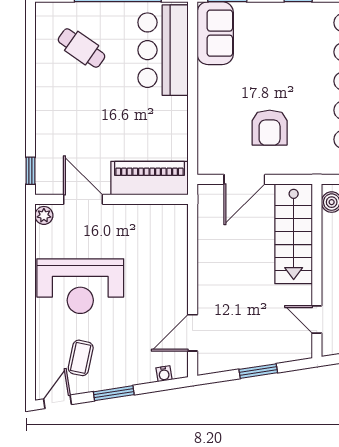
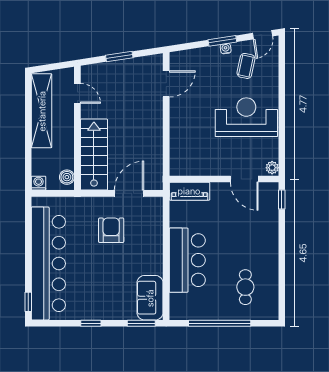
cafe table: (82, 48) -> (245, 287), turned 55
bar counter: (163, 50) -> (187, 260), moved
piano: (149, 178) -> (189, 191), width x0.73, depth x0.75
water cooler: (164, 374) -> (226, 49), moved

